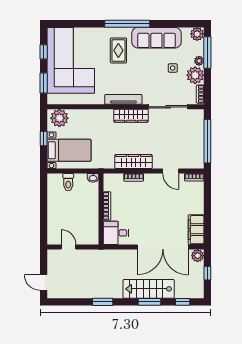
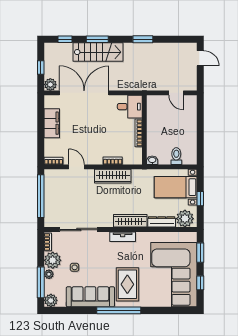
rug: (118, 50) -> (127, 284), width x1.36, depth x1.43
tv unit: (123, 99) -> (123, 237), width x0.71
dresser: (83, 115) -> (162, 222), added
wardrobe: (131, 116) -> (130, 221), moved
filing cabinet: (196, 230) -> (52, 123), moved

